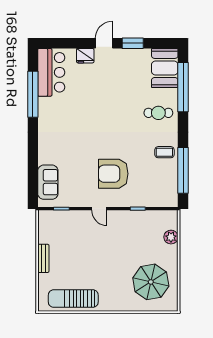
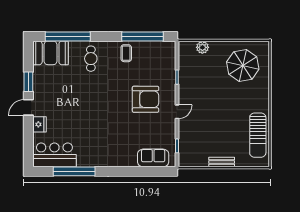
door: (104, 43) -> (28, 107), hinge flipped
armchair: (113, 174) -> (146, 99), turned -90

